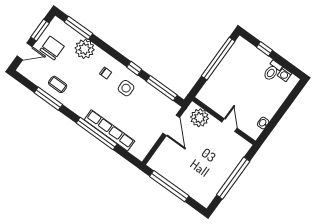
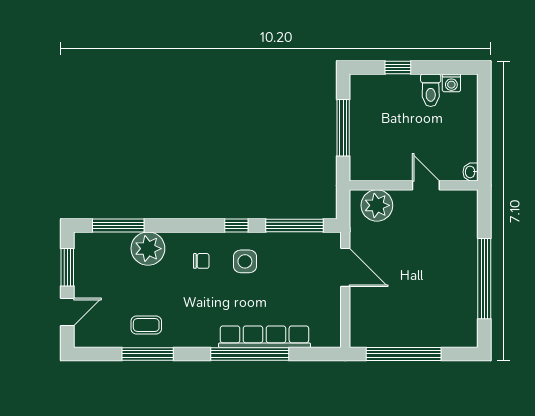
chair: (52, 48) -> (102, 280), removed
window: (218, 59) -> (343, 128), width x0.68
plant: (200, 118) -> (377, 205), moved
wall: (224, 121) -> (414, 185), moved
door: (230, 125) -> (426, 185), moved

